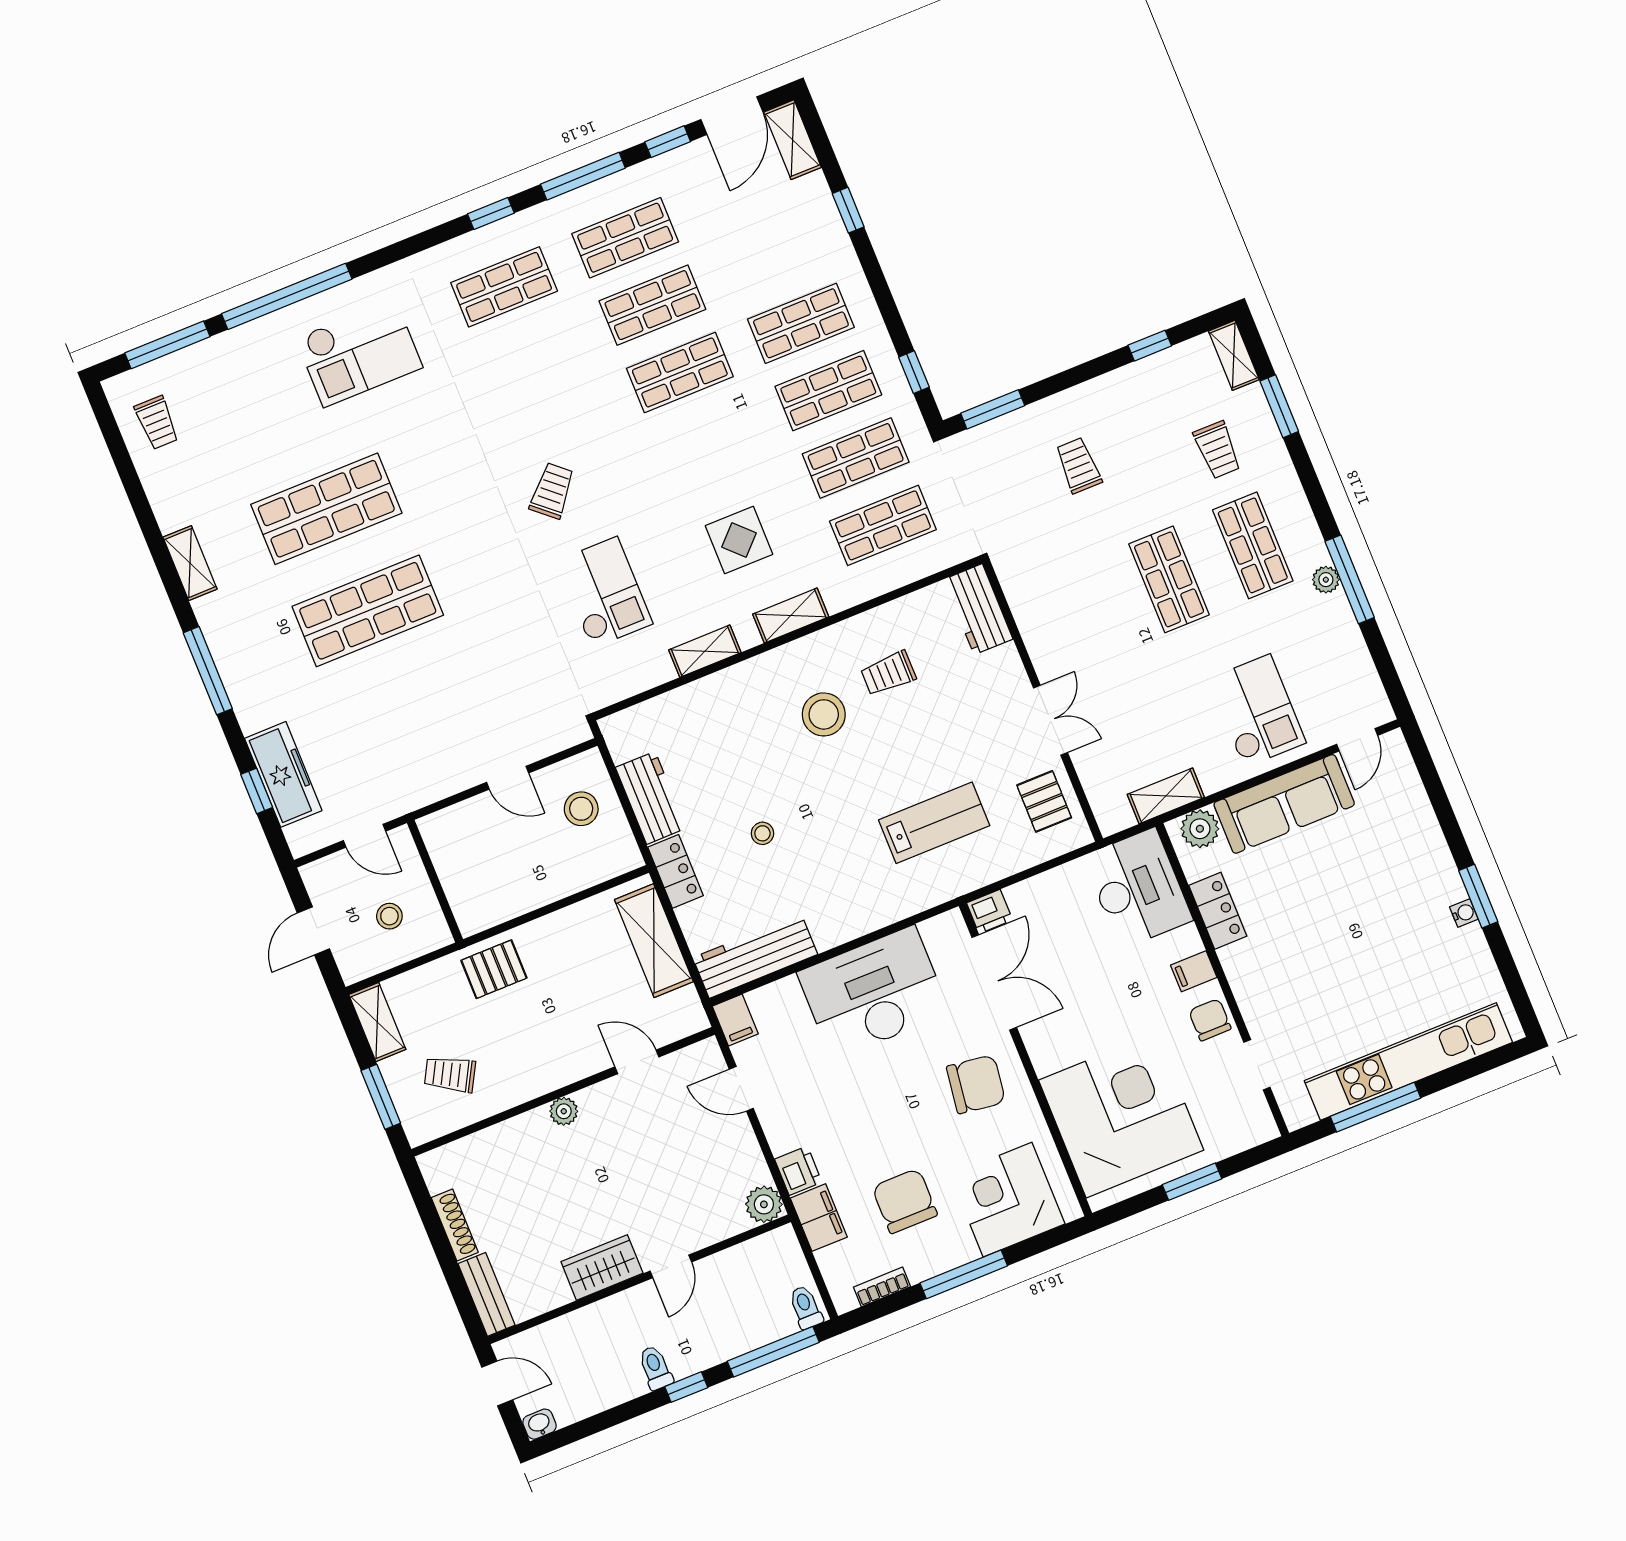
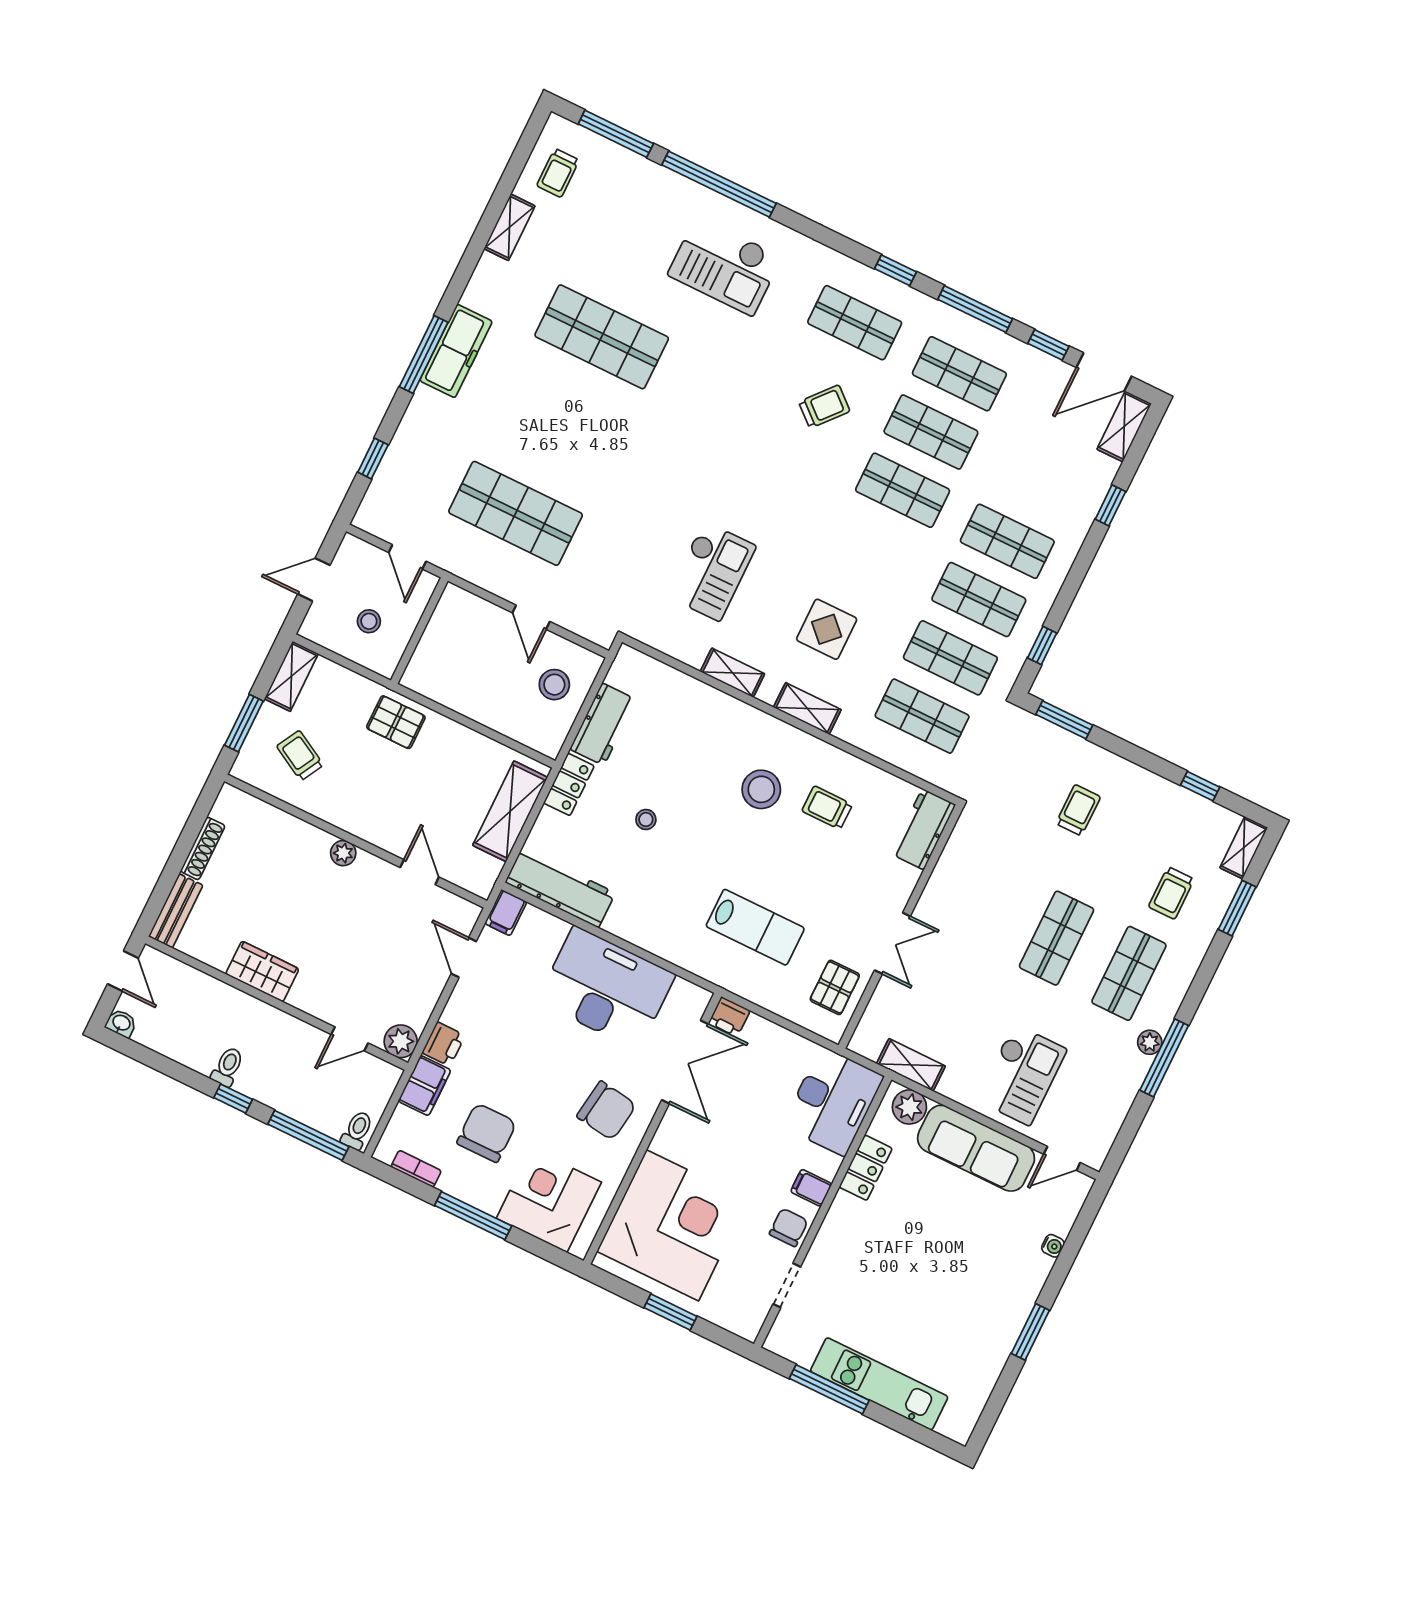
trolley: (552, 491) -> (824, 407), moved
shelving: (190, 563) -> (509, 227), moved
shop shelf: (368, 611) -> (516, 513), moved
freezer: (283, 774) -> (456, 351), moved
water cooler: (1464, 913) -> (1053, 1246), moved
kitchen unit: (1408, 1061) -> (879, 1384), width x0.73
door: (671, 1266) -> (350, 1039), moved

